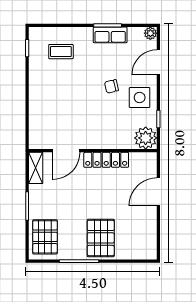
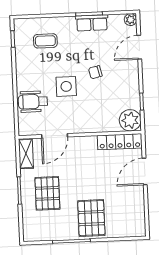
side table: (140, 98) -> (66, 86), moved
wheelchair: (45, 114) -> (33, 102), added
locker: (106, 160) -> (120, 142), moved
pallet: (45, 237) -> (47, 193), moved

